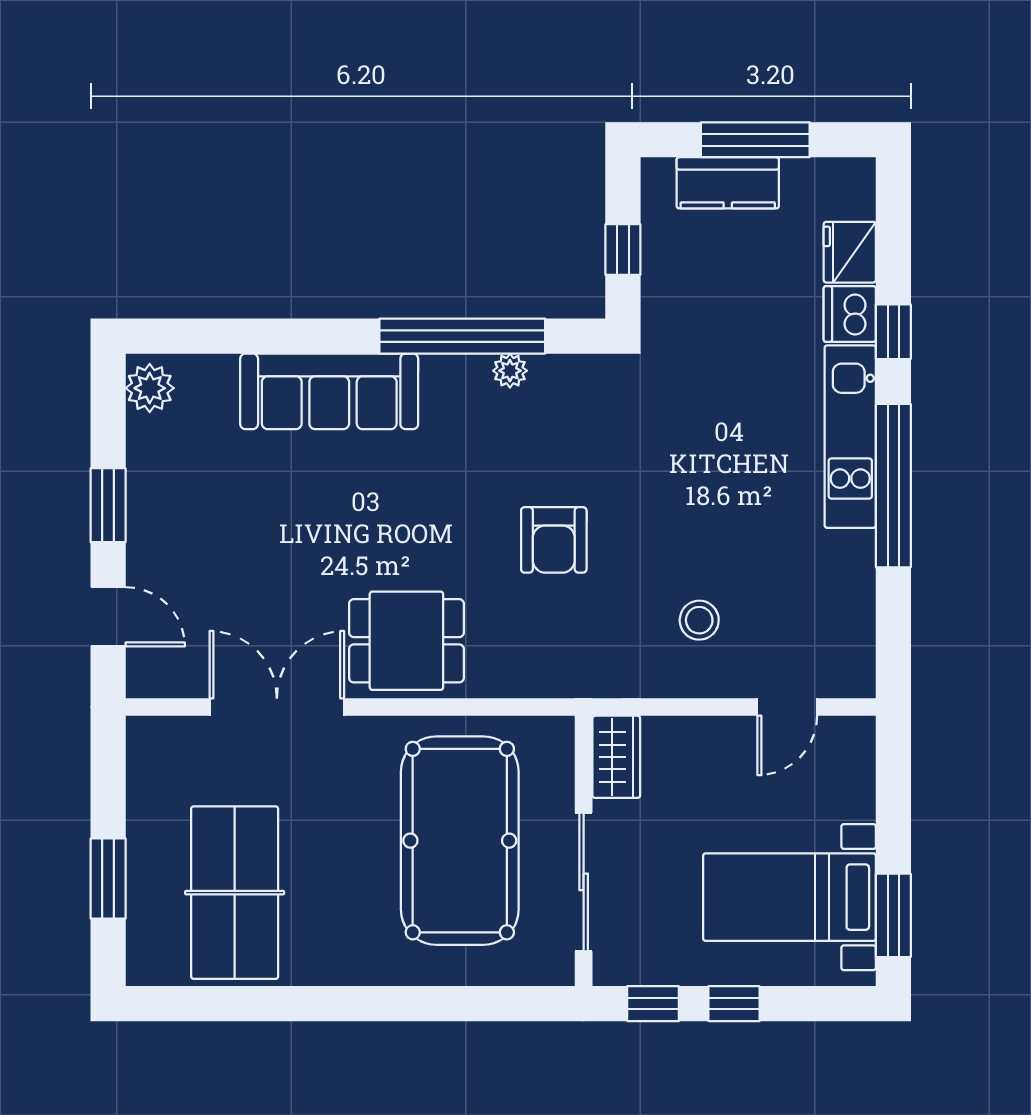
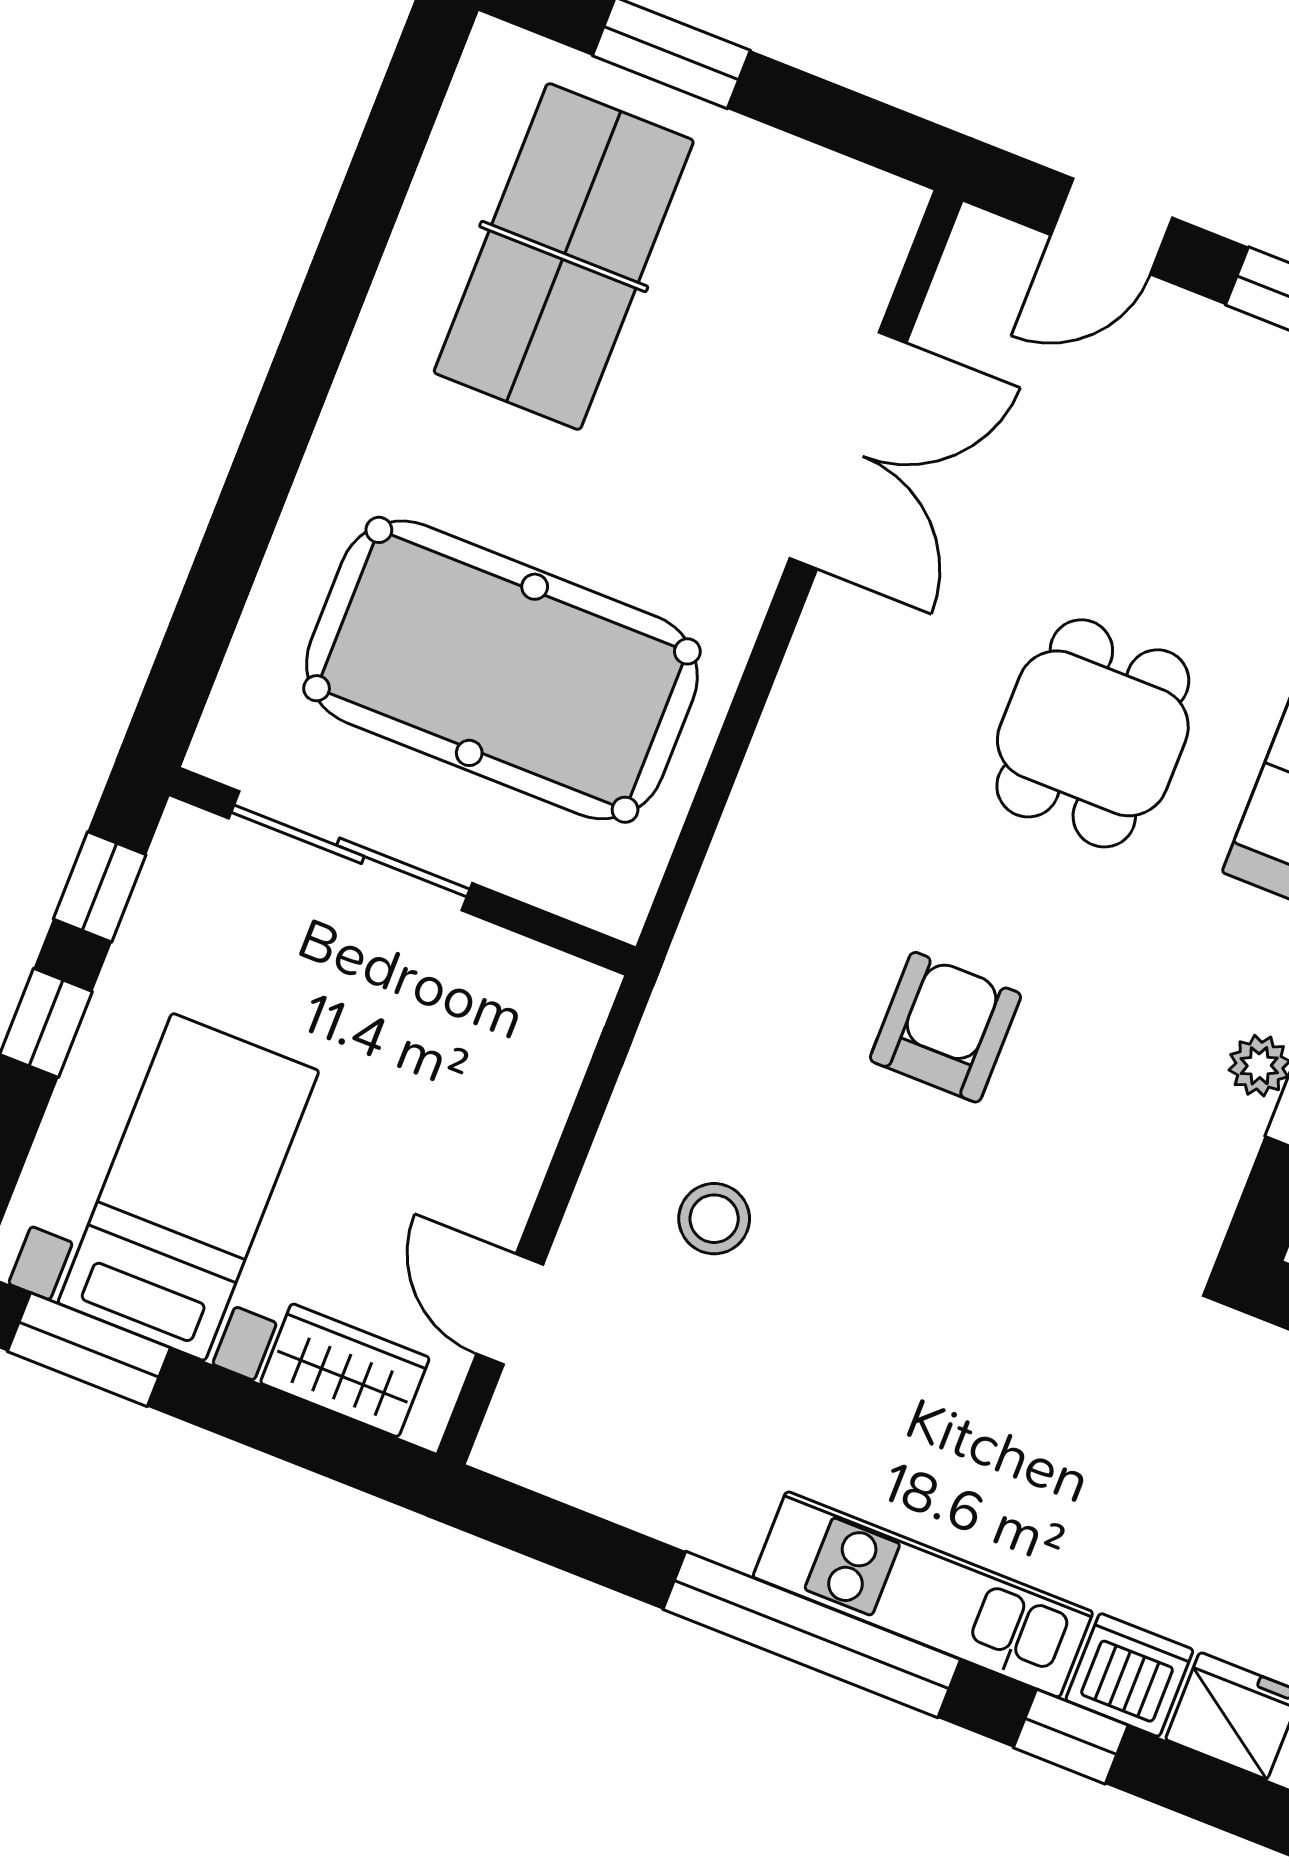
armchair: (554, 540) -> (945, 1027), turned 90
dining table: (406, 641) -> (1093, 733), moved
wardrobe: (616, 757) -> (345, 1370), moved, turned 180
table tennis table: (235, 893) -> (564, 257), turned 90

